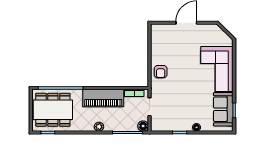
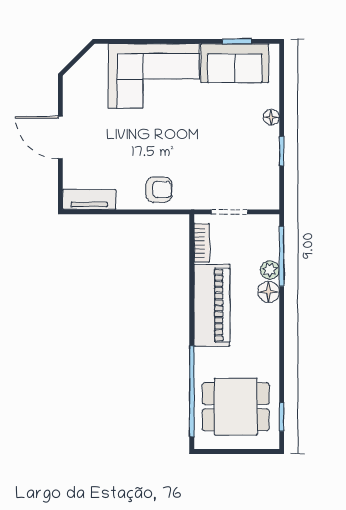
tv unit: (156, 37) -> (89, 199), added
dining table: (53, 110) -> (236, 407), width x0.73
floor lamp: (143, 126) -> (269, 292), moved
plant: (99, 127) -> (270, 270), moved

